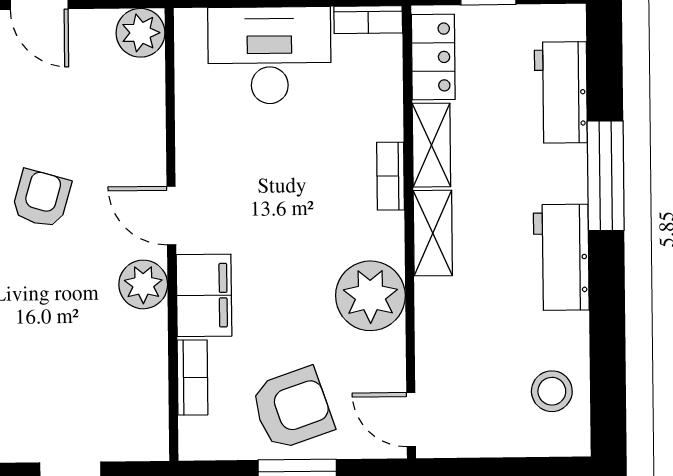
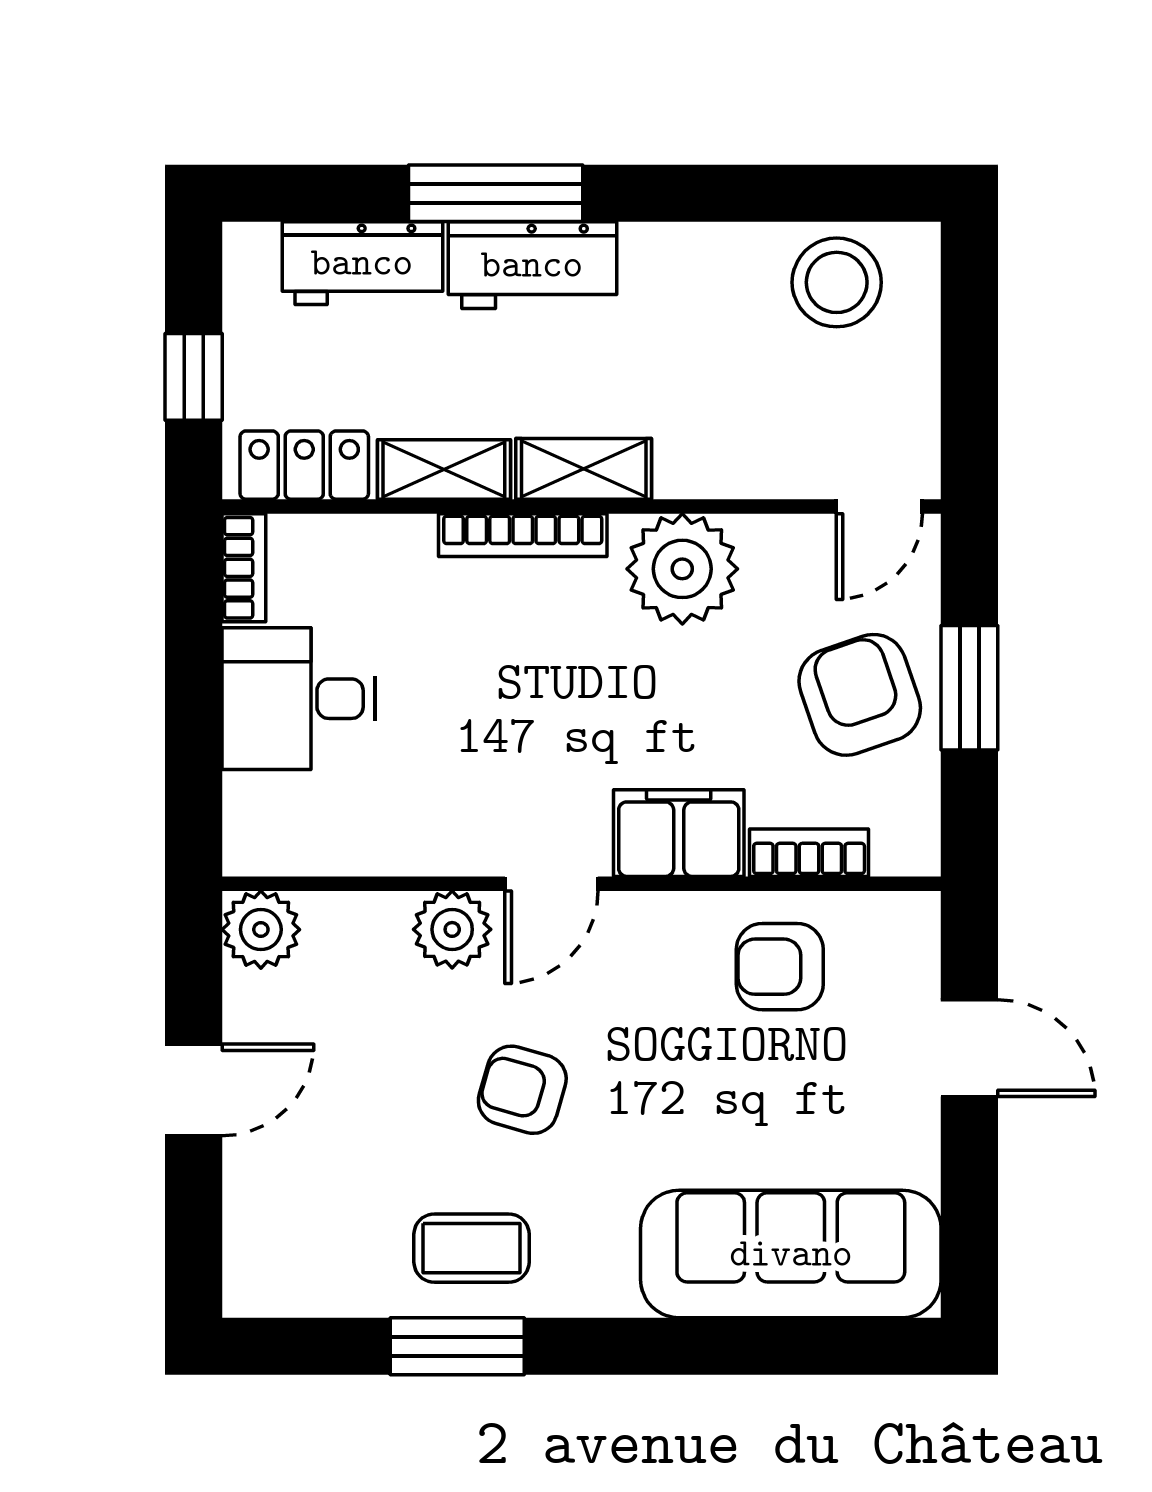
desk: (269, 55) -> (299, 699), width x0.73
bookcase: (390, 176) -> (523, 535), width x1.56
workbench: (561, 257) -> (532, 265), moved
plant: (143, 284) -> (452, 929), moved
armchair: (121, 360) -> (780, 967), added
stool: (552, 391) -> (837, 282), width x1.38, depth x1.38

